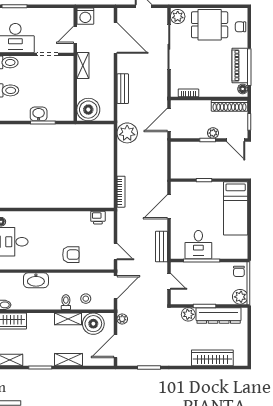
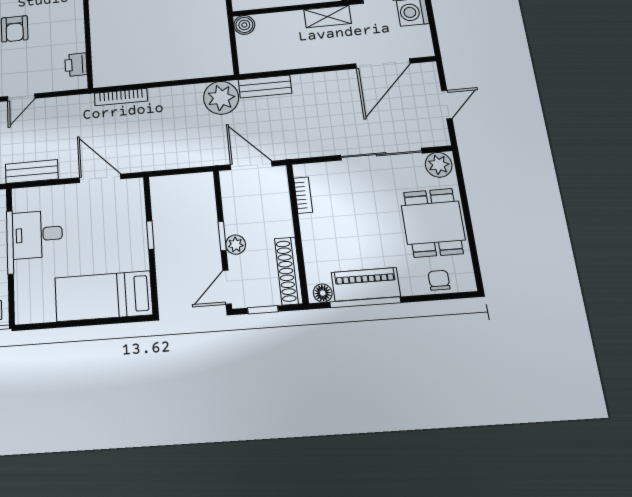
bench: (123, 89) -> (265, 86), moved
boiler: (88, 110) -> (244, 25), width x0.54, depth x0.54

